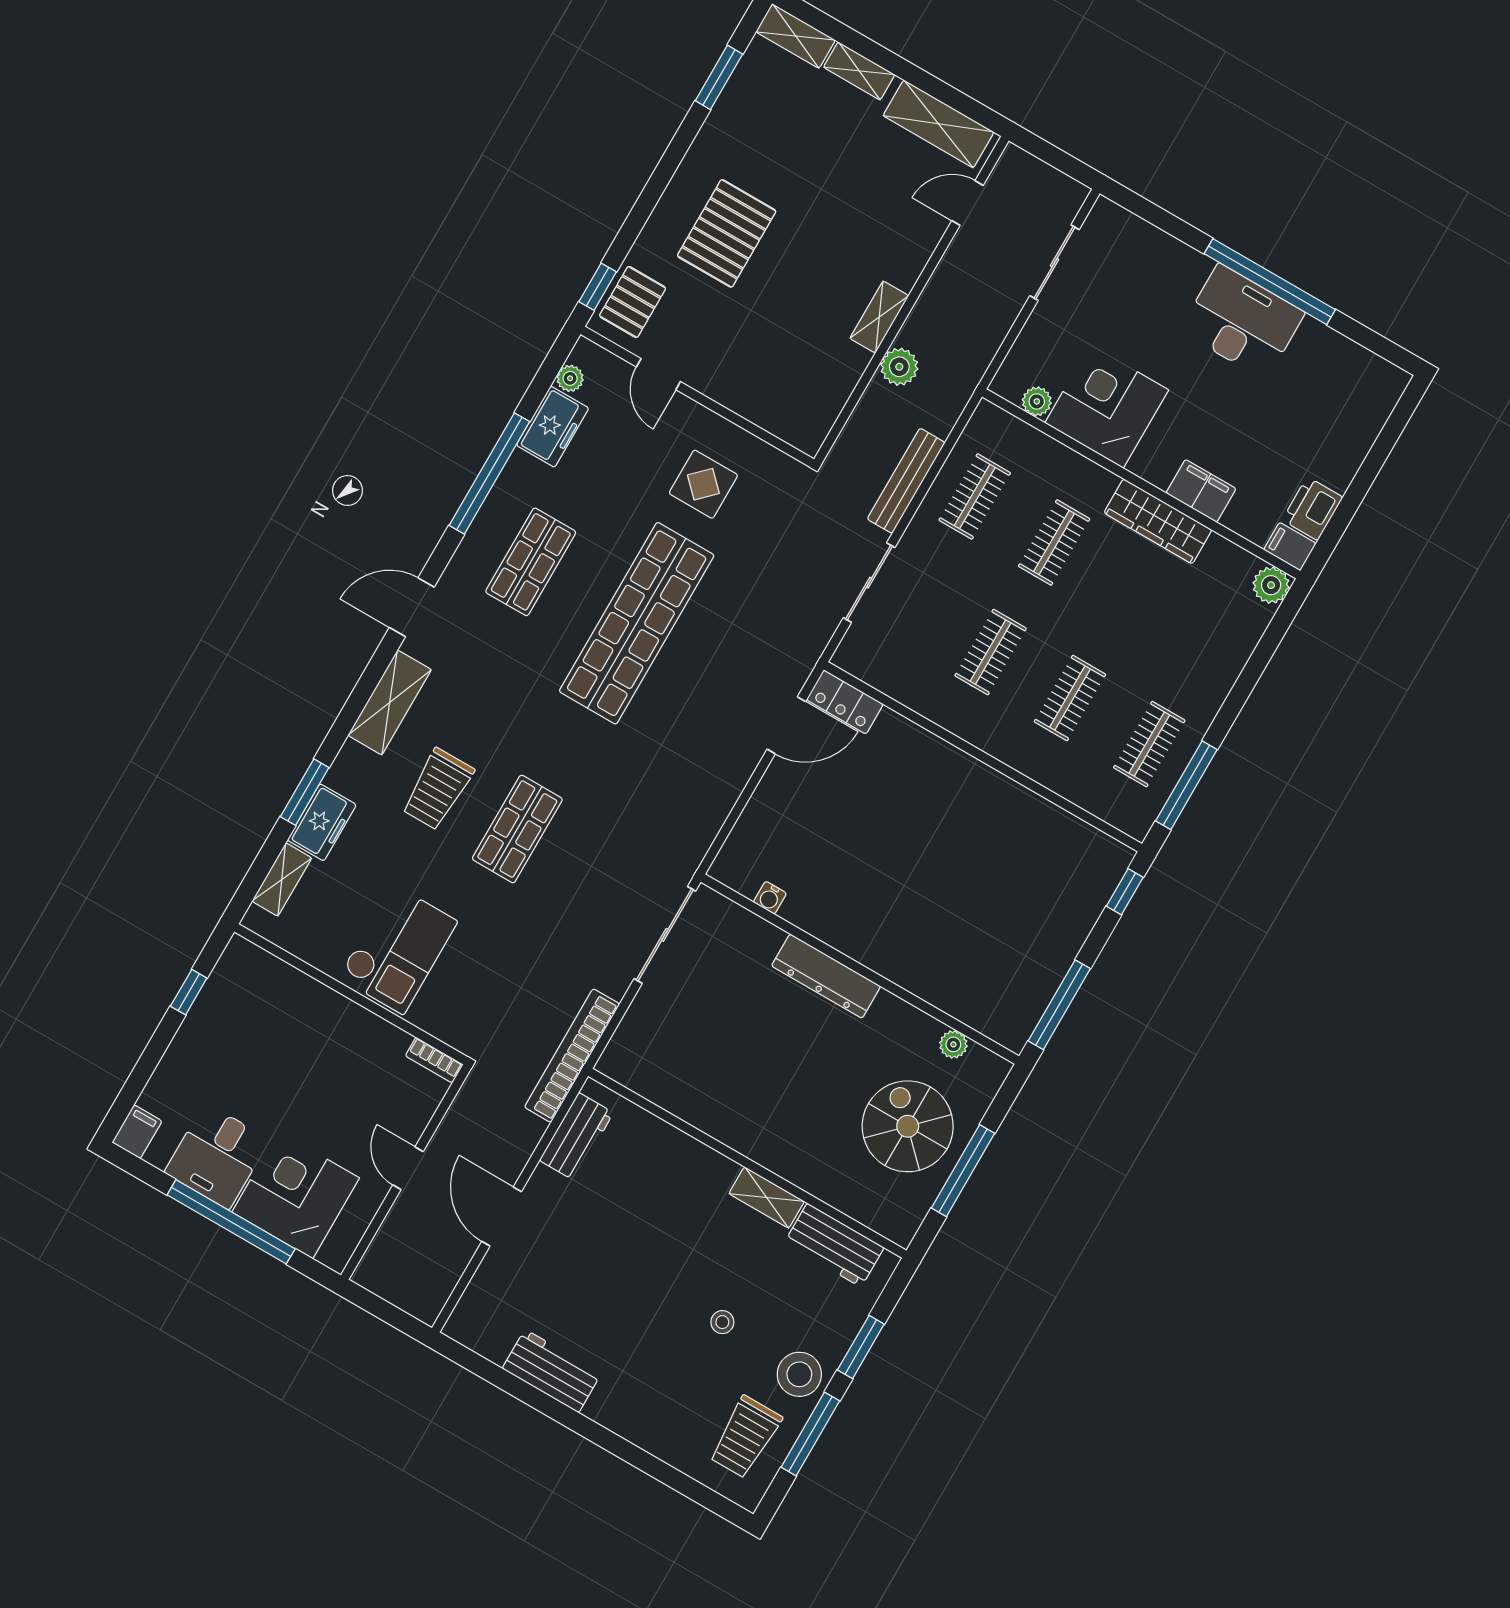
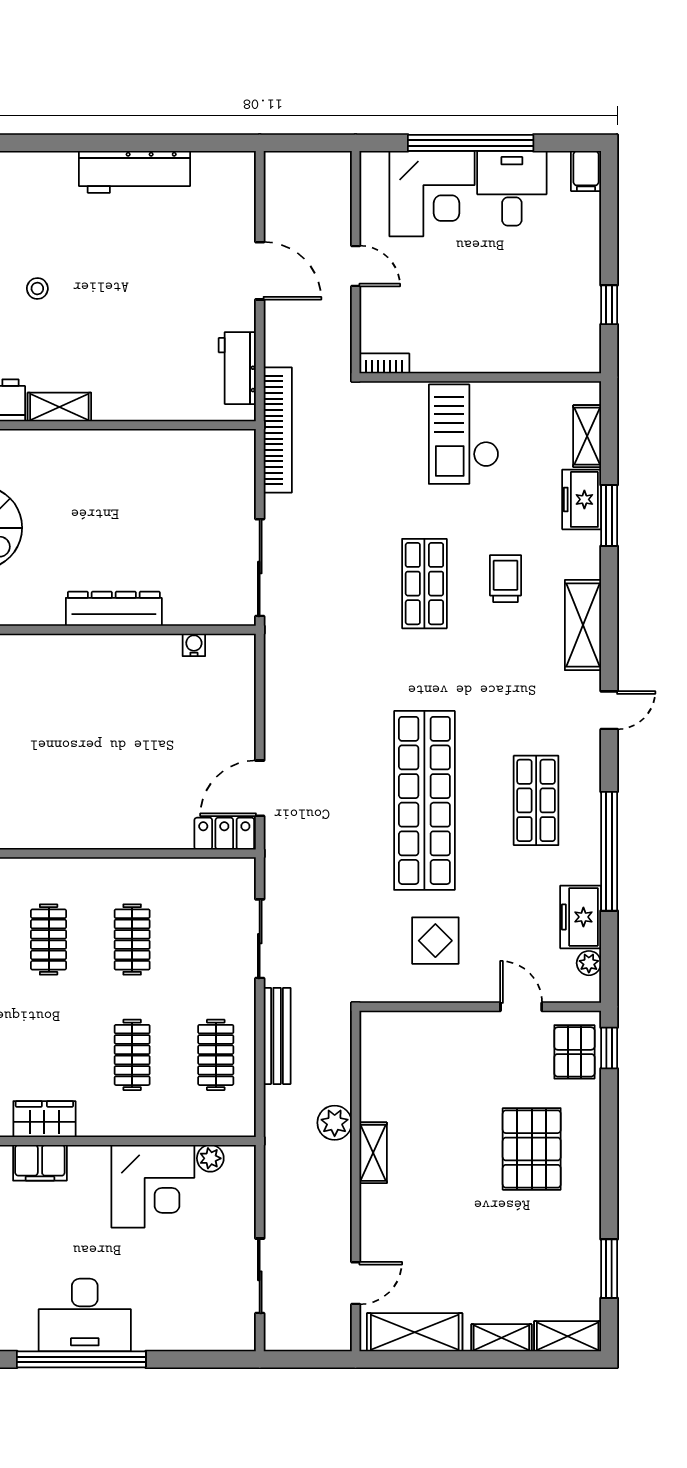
wardrobe: (1158, 521) -> (44, 1119), width x0.67
door: (412, 607) -> (609, 710), width x0.73
trolley: (438, 789) -> (506, 579), width x0.73, depth x0.72
workbench: (552, 1371) -> (134, 172), width x1.37

